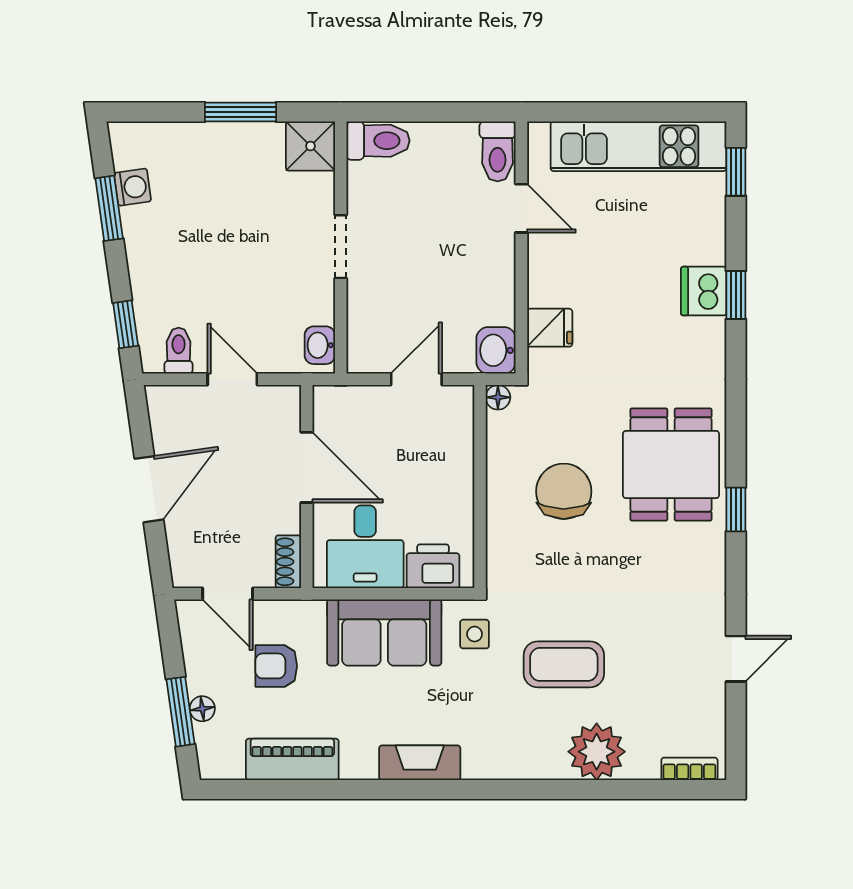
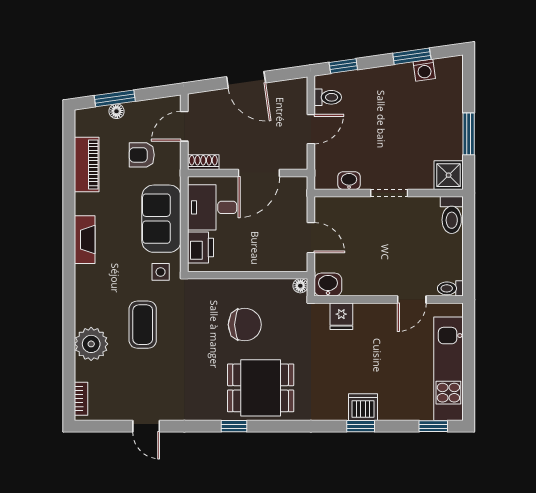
toilet: (498, 151) -> (450, 288), width x0.73, depth x0.72
washbasin: (320, 345) -> (349, 181), moved
armchair: (276, 666) -> (142, 155), turned -90

